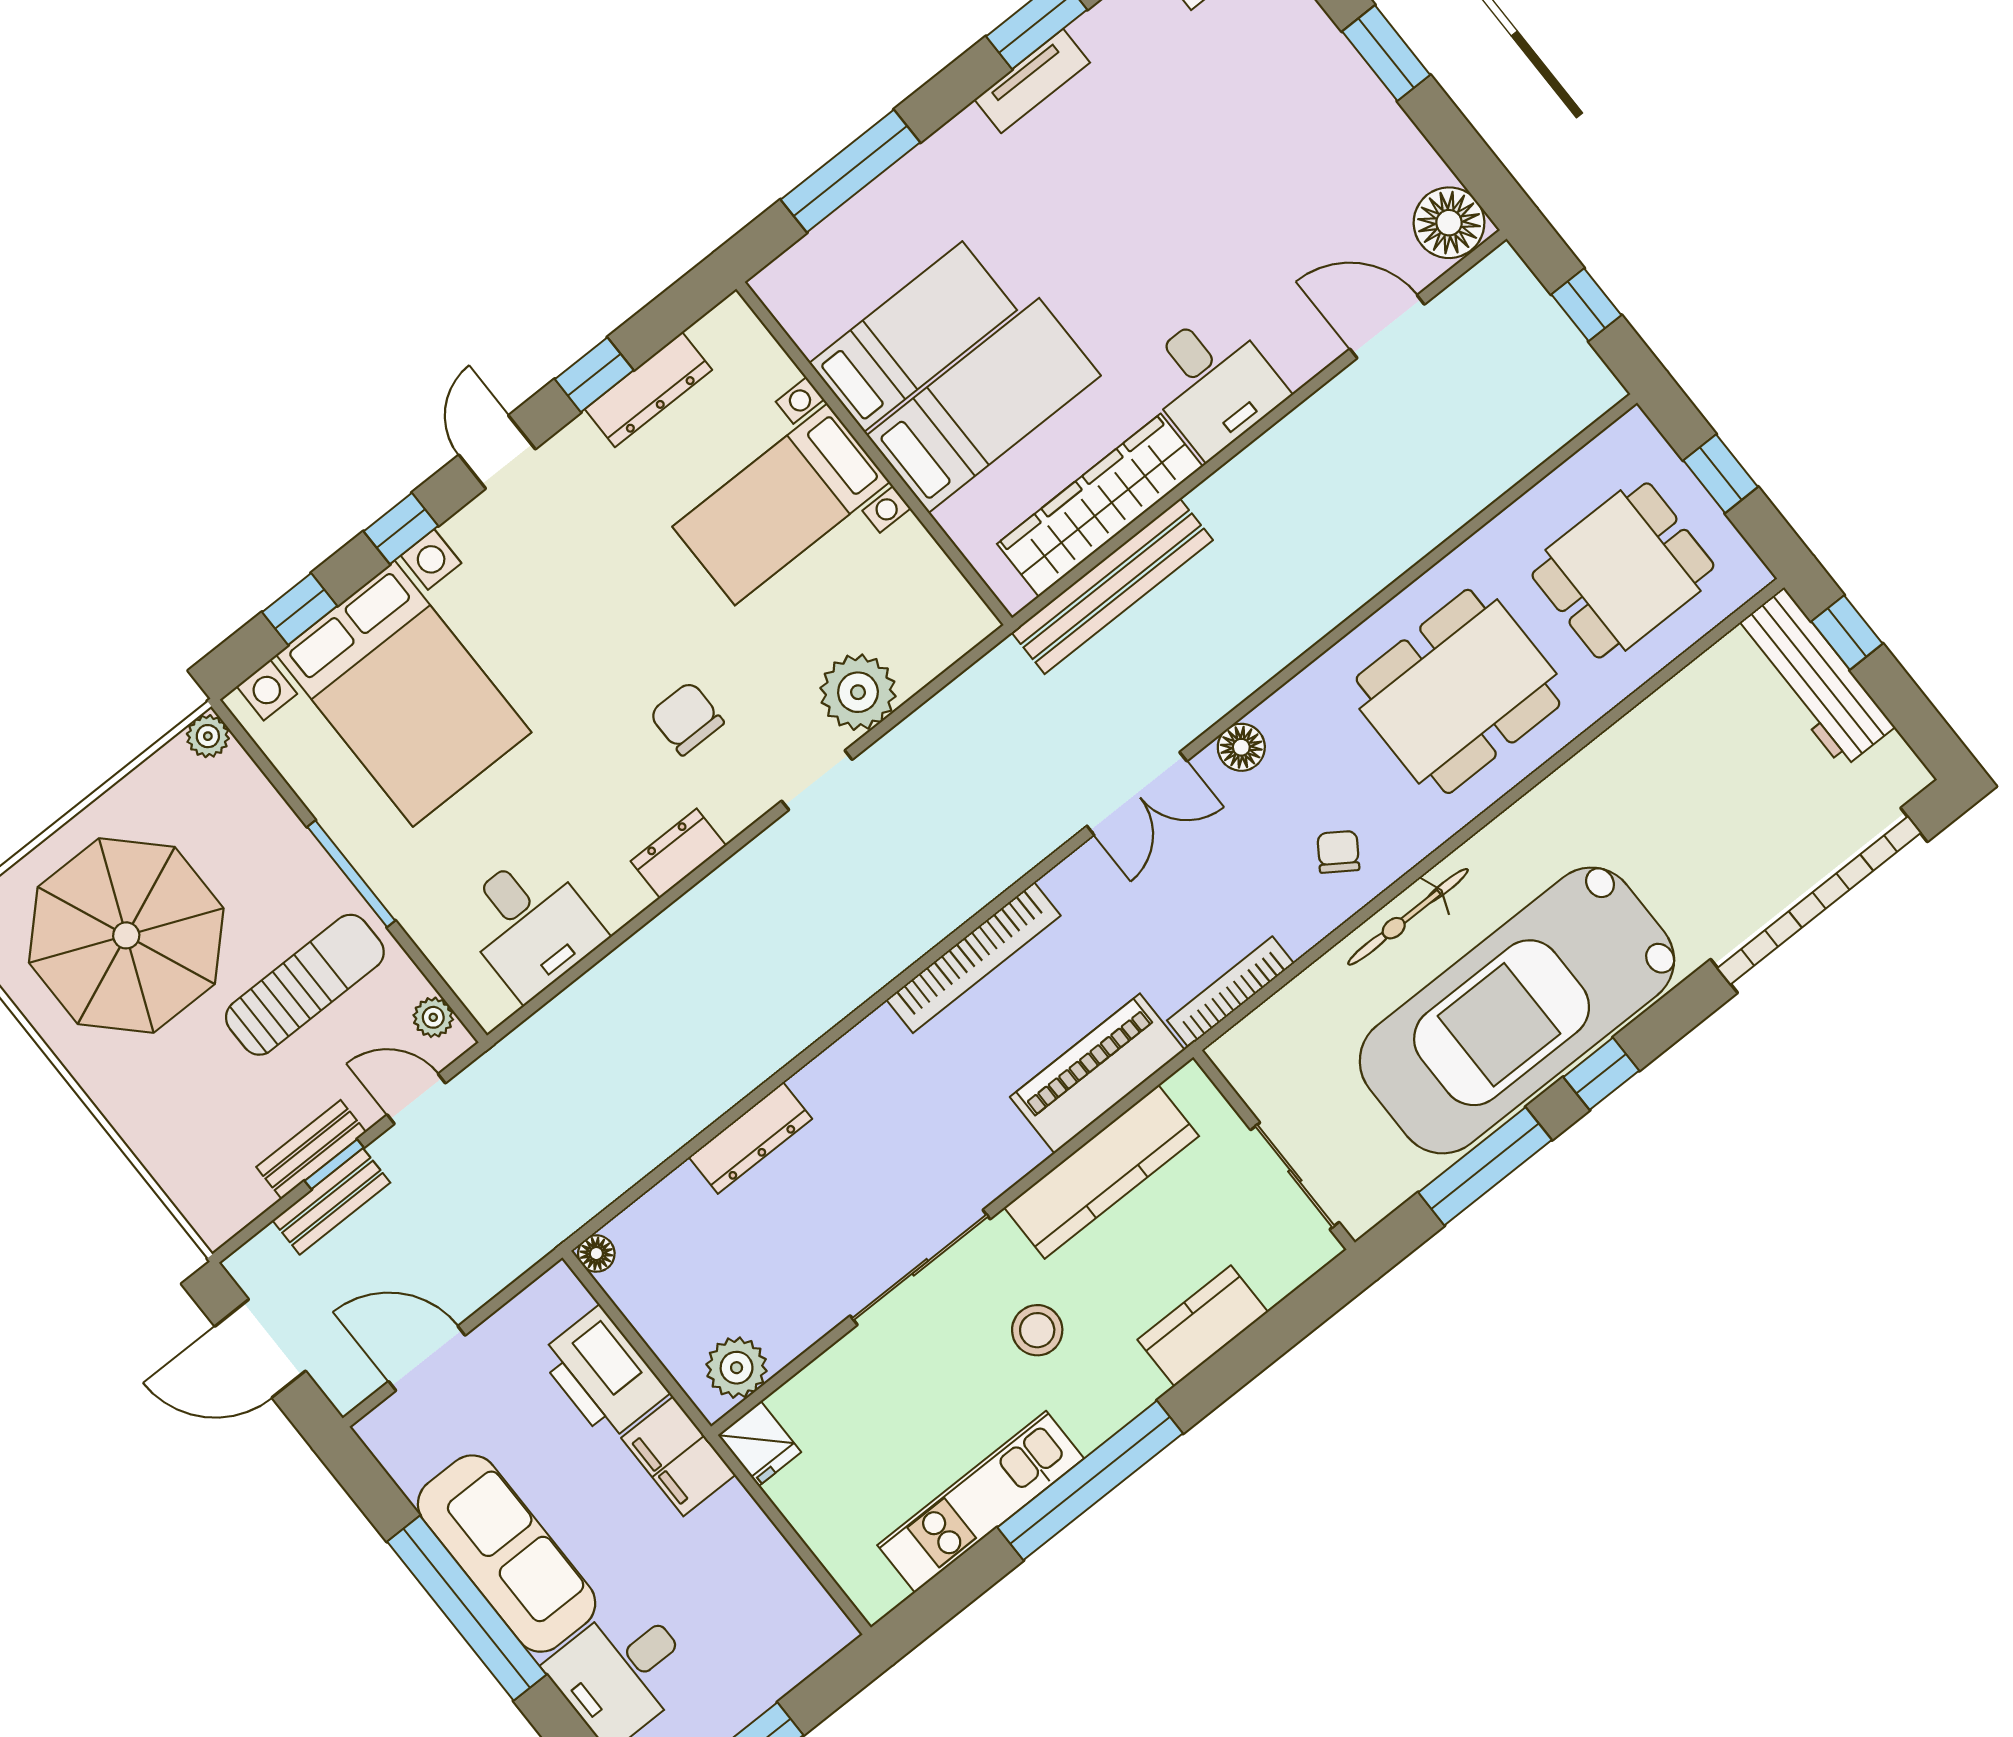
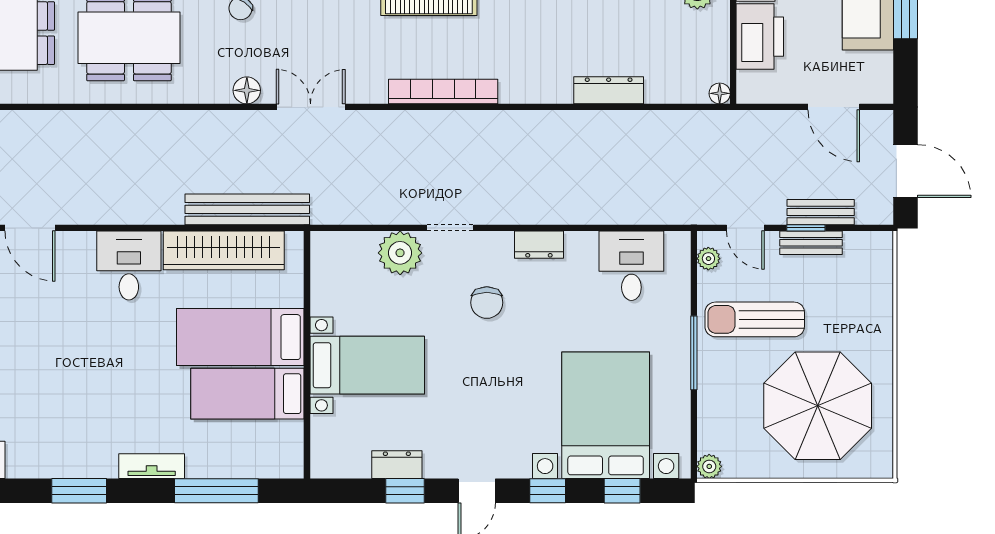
tv unit: (1032, 81) -> (152, 466), moved
dresser: (648, 390) -> (397, 465), width x0.70

